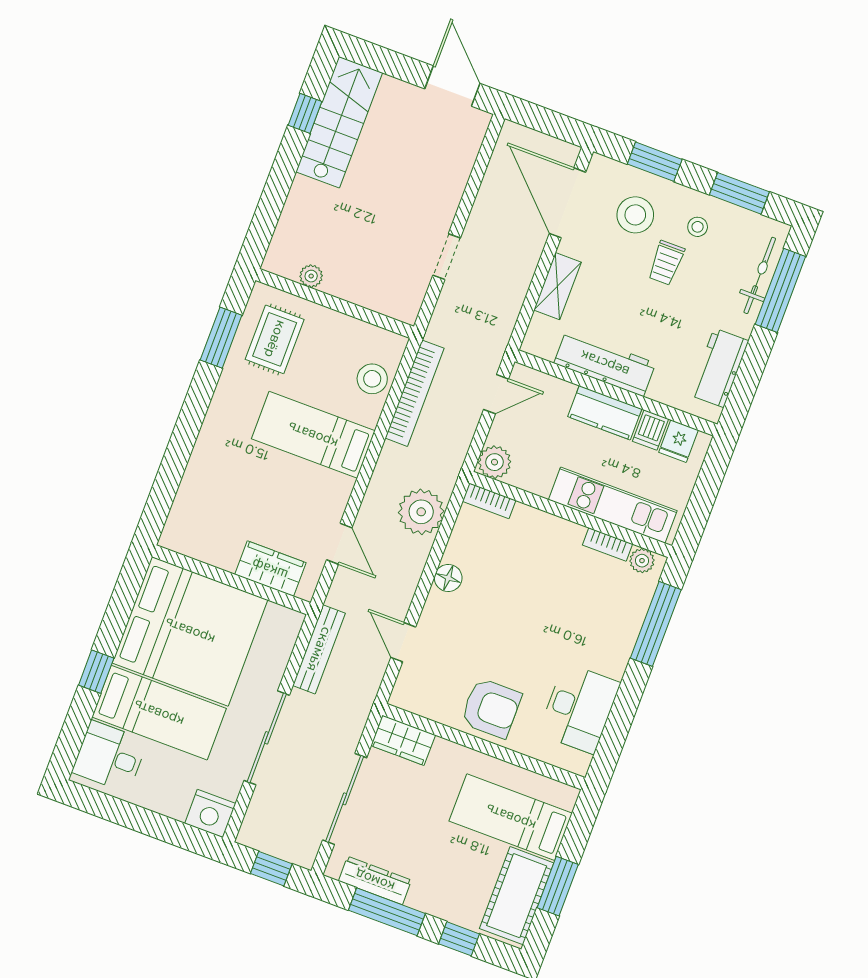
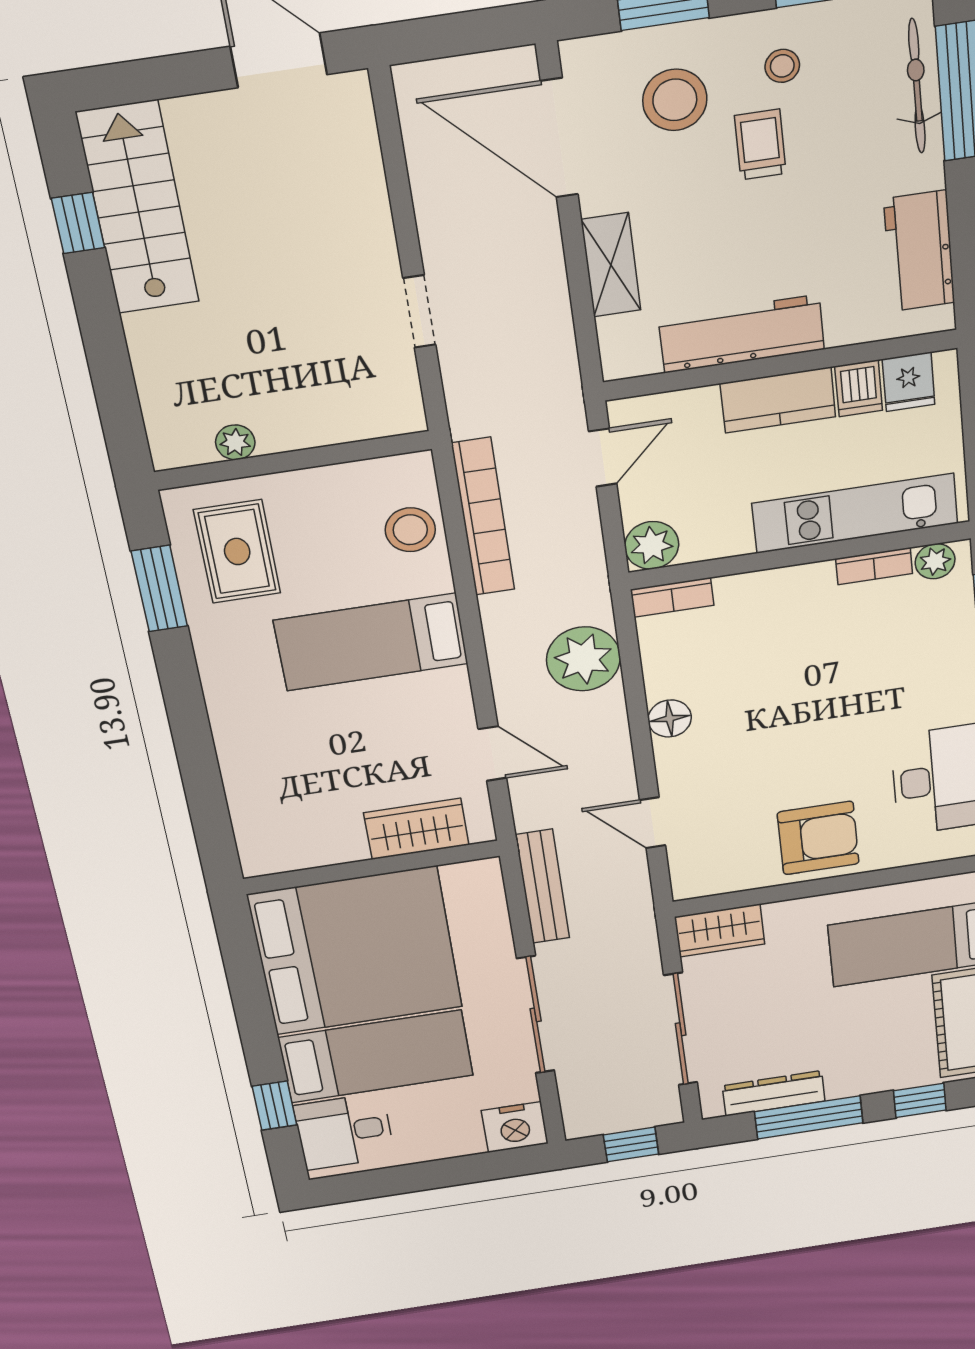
trolley: (666, 263) -> (760, 145), turned 180
window: (96, 672) -> (274, 1106), moved

